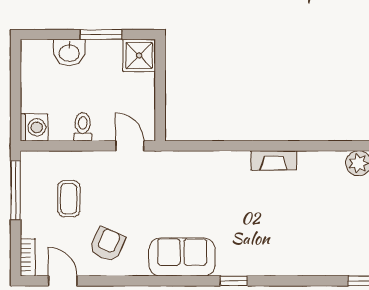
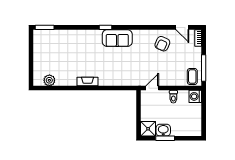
washbasin: (69, 52) -> (163, 130), moved
door: (130, 146) -> (152, 88), swing flipped
coffee table: (69, 199) -> (192, 77), moved
sofa: (182, 257) -> (117, 38), moved

